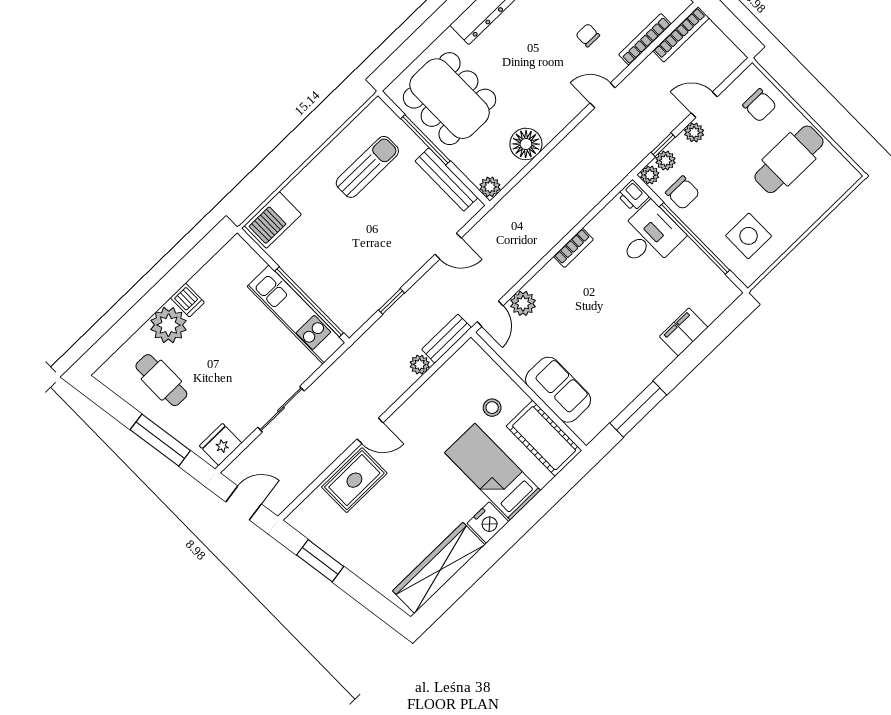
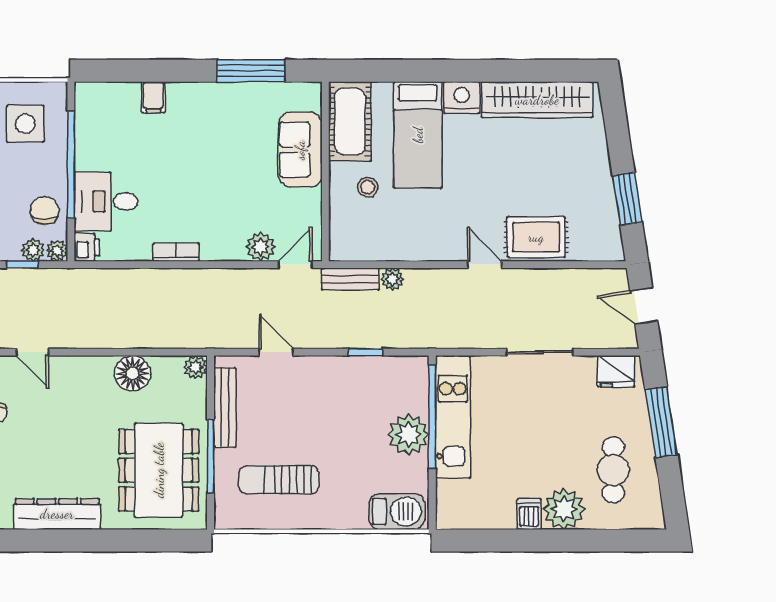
plant: (313, 276) -> (409, 434), added
filing cabinet: (684, 332) -> (153, 97), width x0.50

